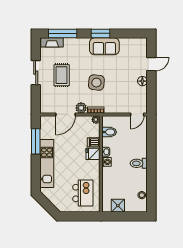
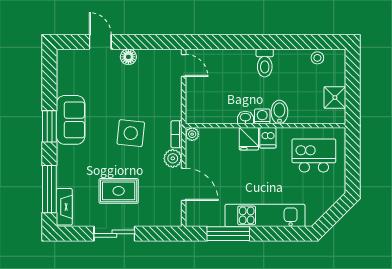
bidet: (109, 132) -> (279, 112), moved
dishwasher: (94, 142) -> (268, 138), moved

